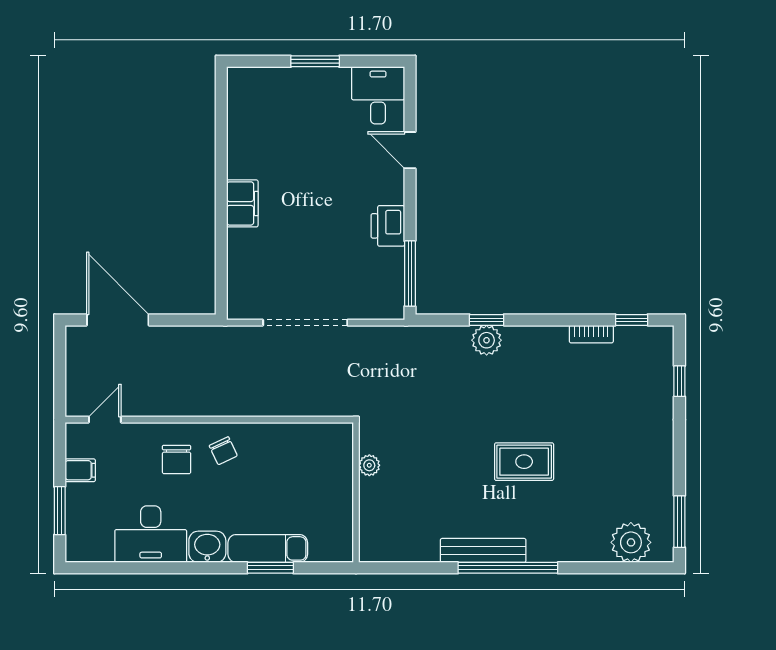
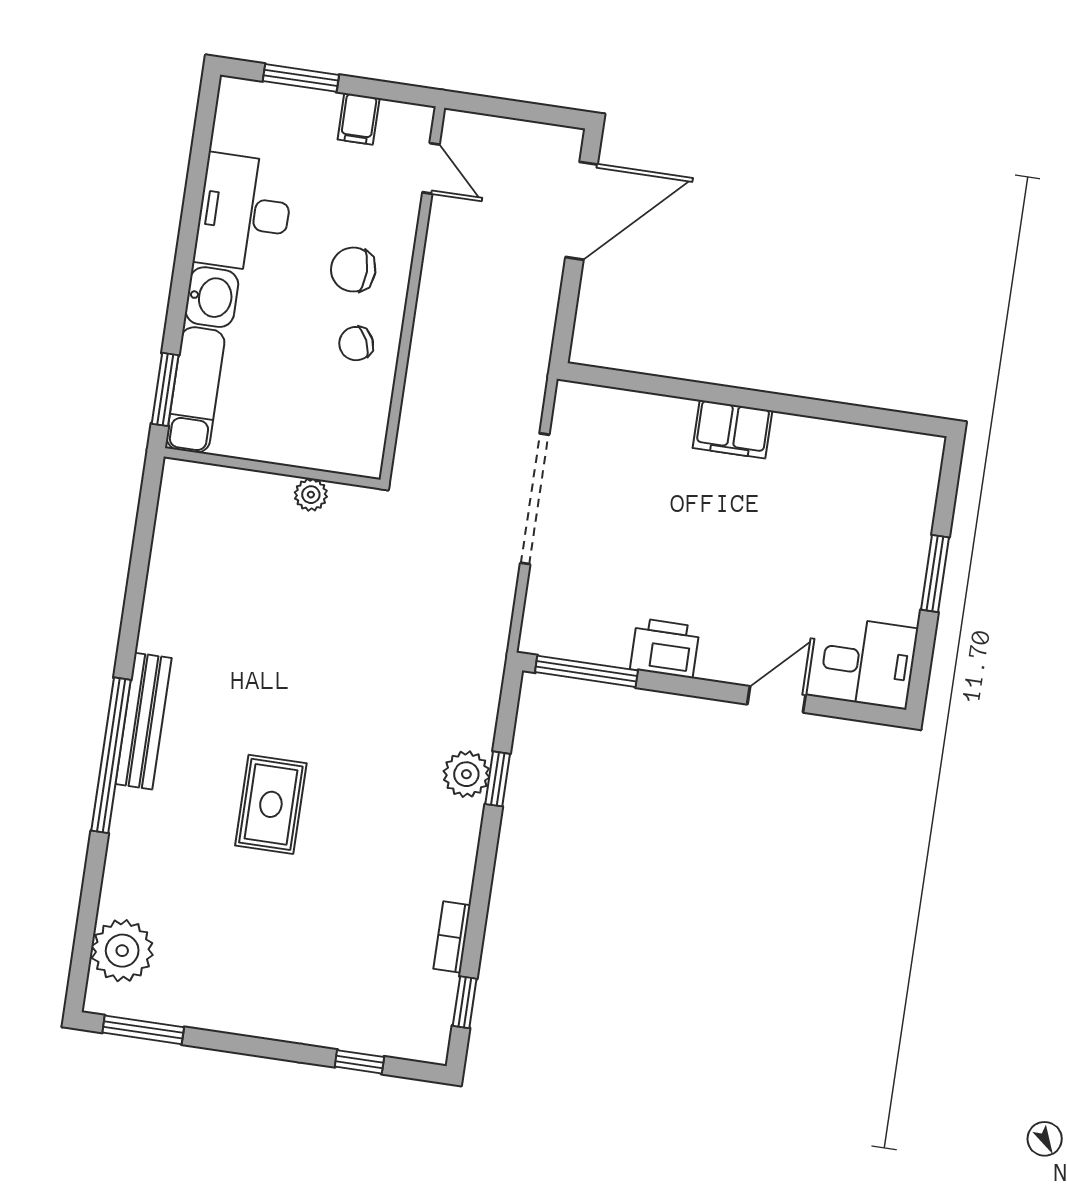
plant: (369, 465) -> (311, 495), moved
wall: (356, 492) -> (272, 468), moved

